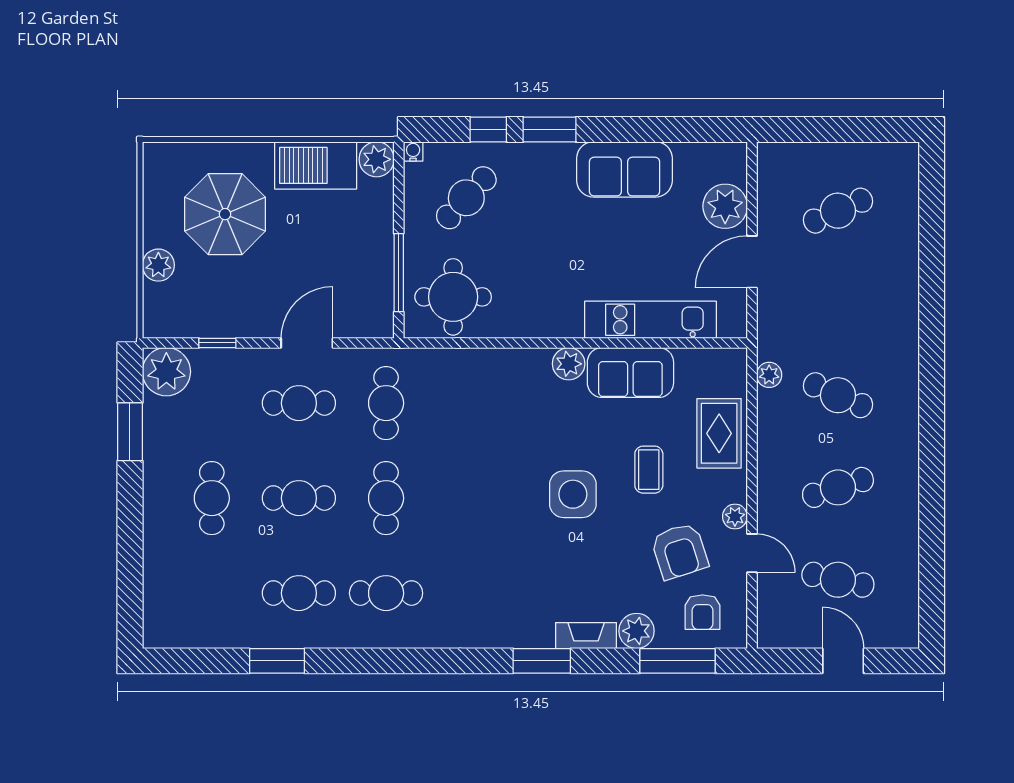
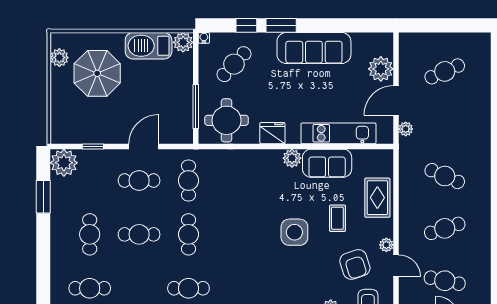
sofa: (624, 169) -> (314, 48), width x1.36
plant: (158, 265) -> (59, 58), moved
fridge: (534, 319) -> (272, 133), added
plant: (769, 375) -> (406, 129), moved
cafe table: (299, 593) -> (90, 288), moved

